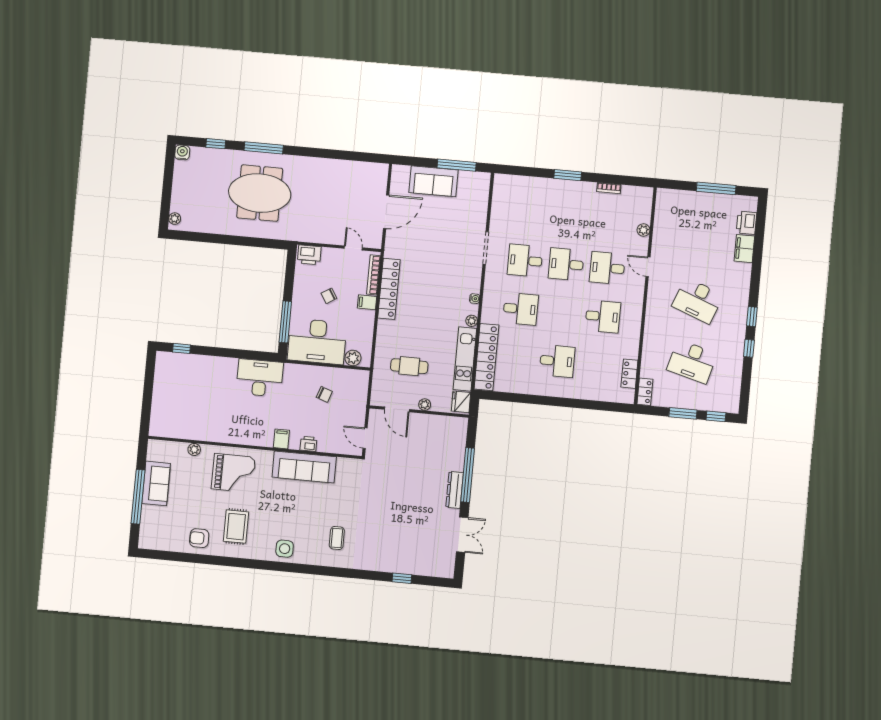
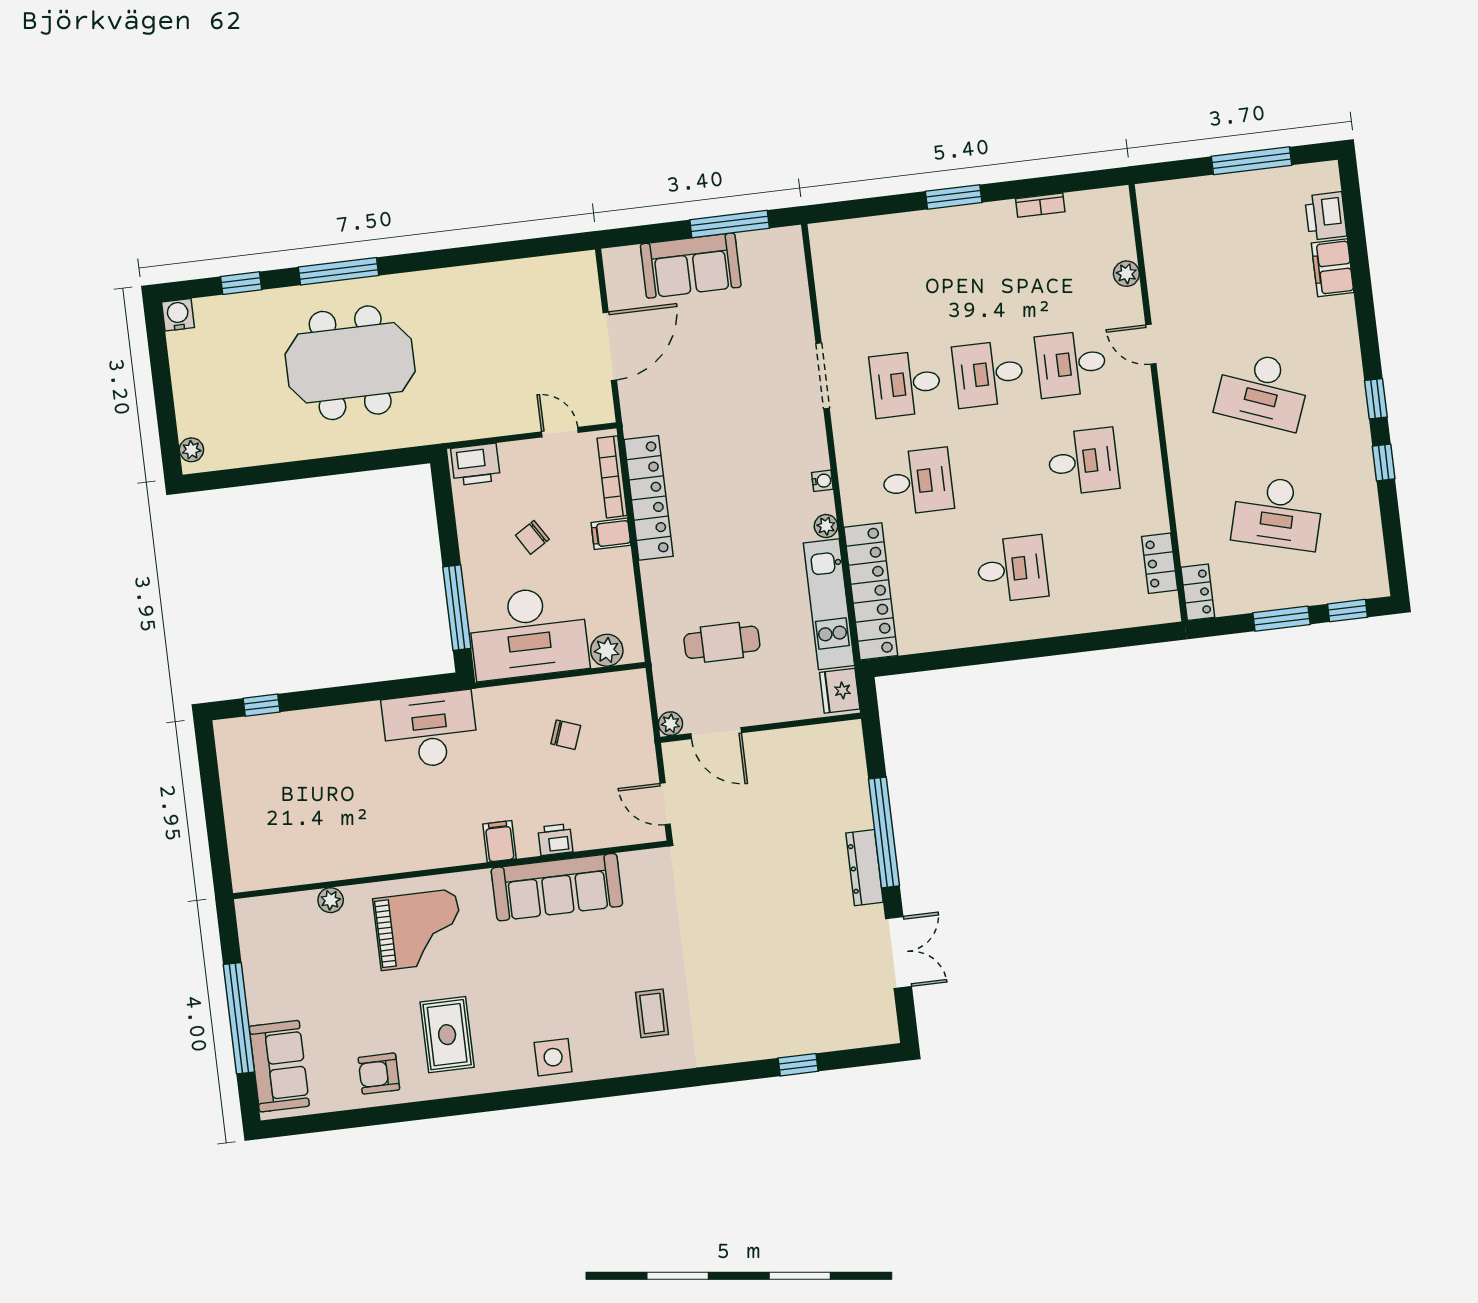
plant: (425, 405) -> (670, 724), moved
sofa: (156, 483) -> (279, 1066), moved

